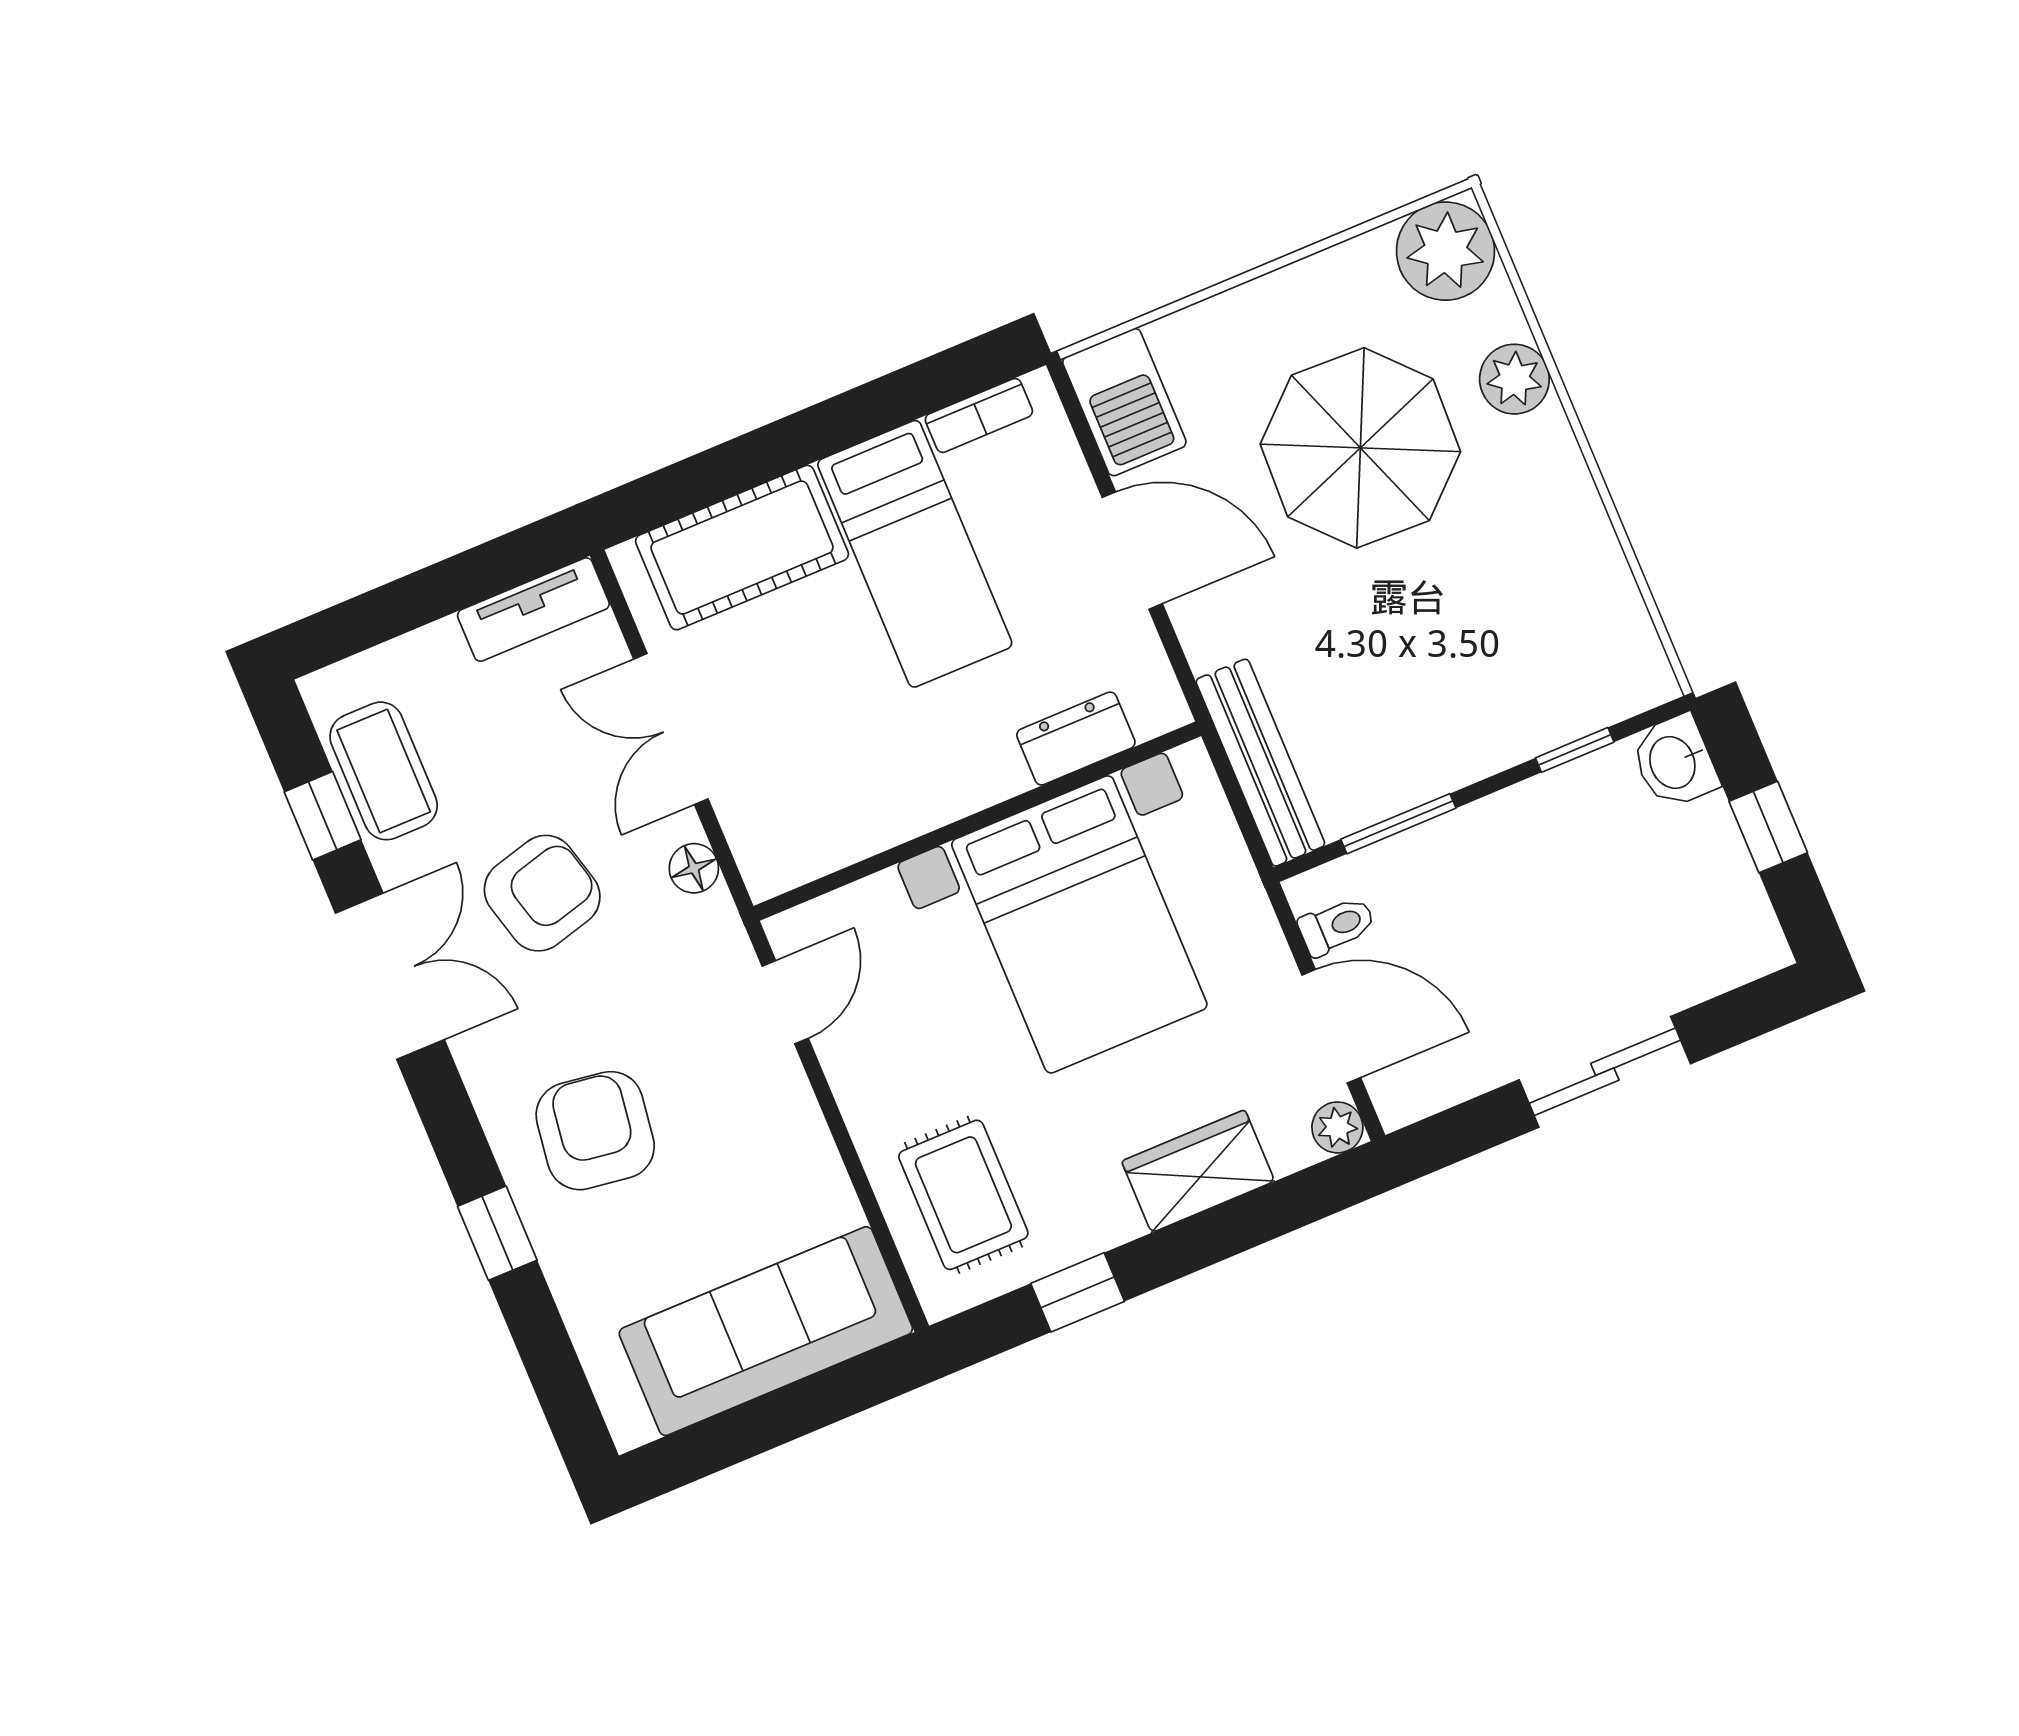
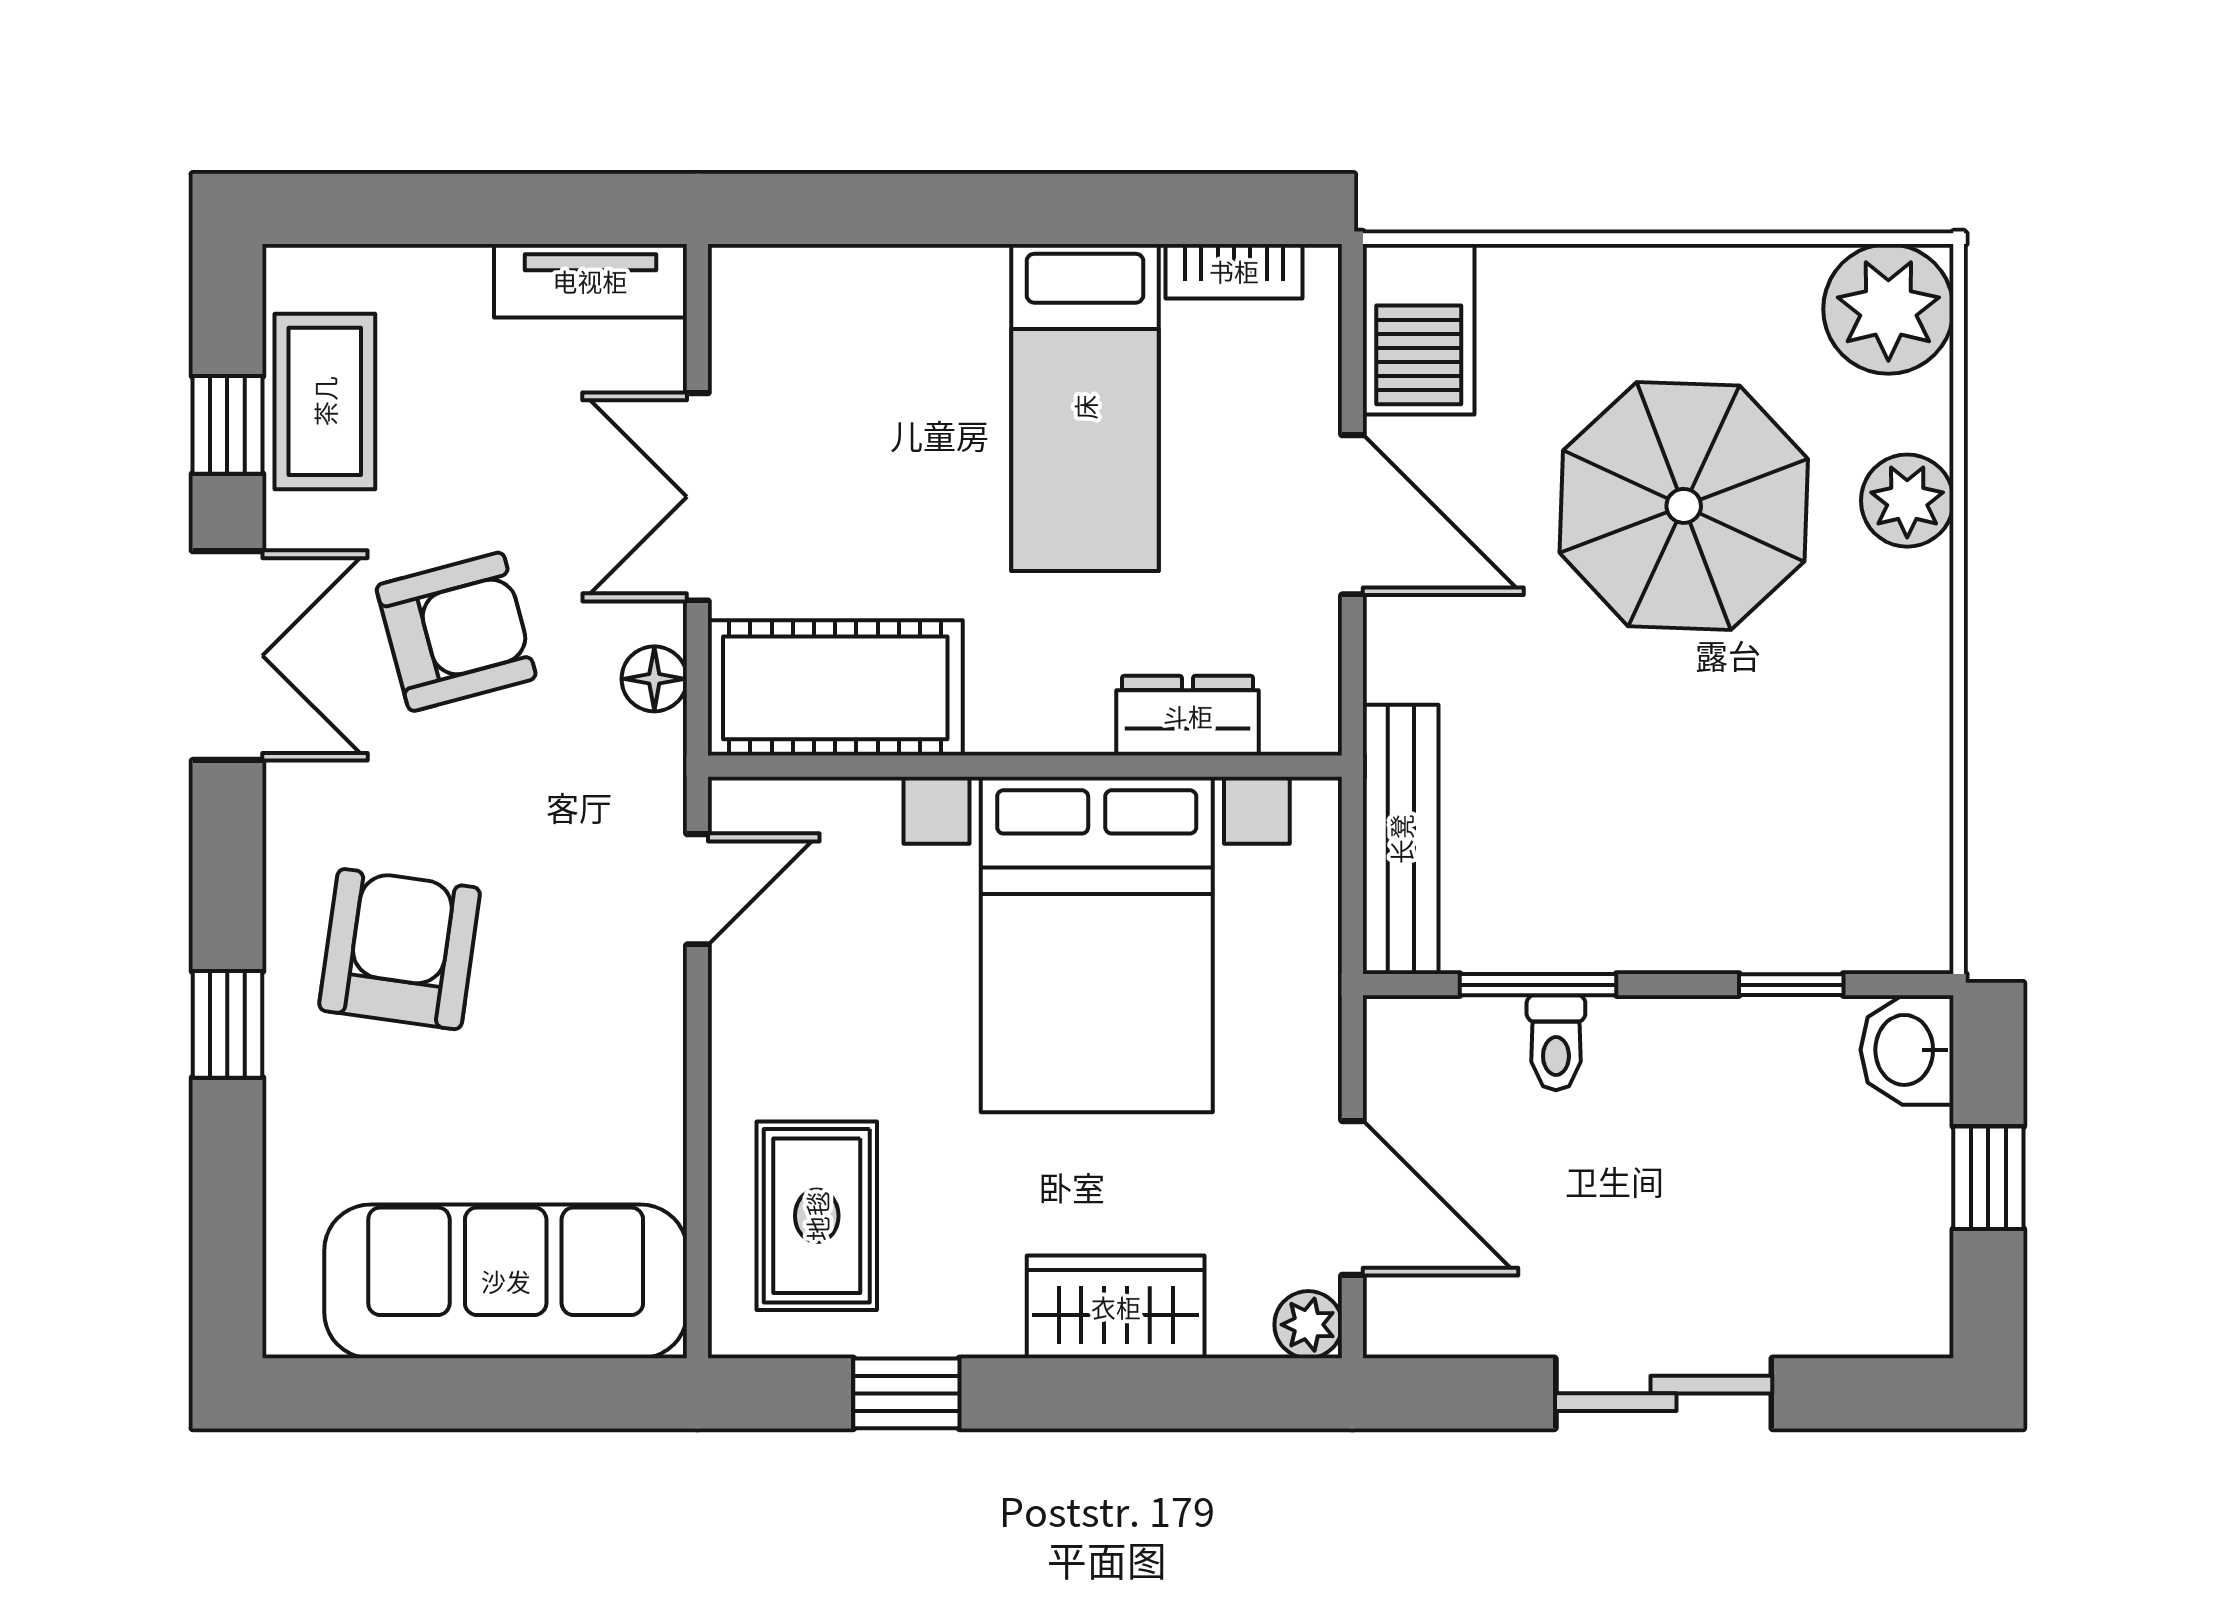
cot: (742, 548) -> (835, 688), moved
toilet: (1337, 926) -> (1556, 1043), moved, turned 90

